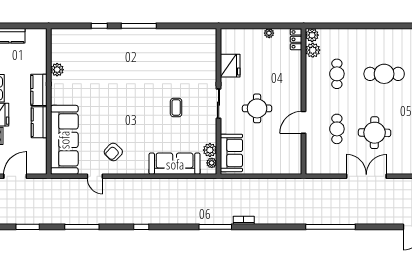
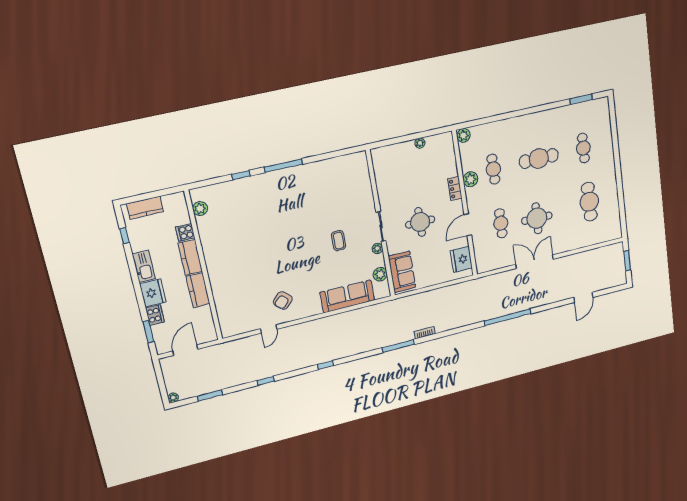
locker: (296, 39) -> (455, 188), moved
plant: (313, 50) -> (470, 179), moved
cooker: (39, 66) -> (185, 232), added
fridge: (230, 66) -> (461, 259), moved, turned 180
plant: (57, 70) -> (200, 209), moved
sofa: (64, 140) -> (229, 301), removed
plant: (212, 163) -> (377, 248), moved
door: (95, 176) -> (269, 329), hinge flipped
window: (82, 227) -> (266, 381), width x0.46

